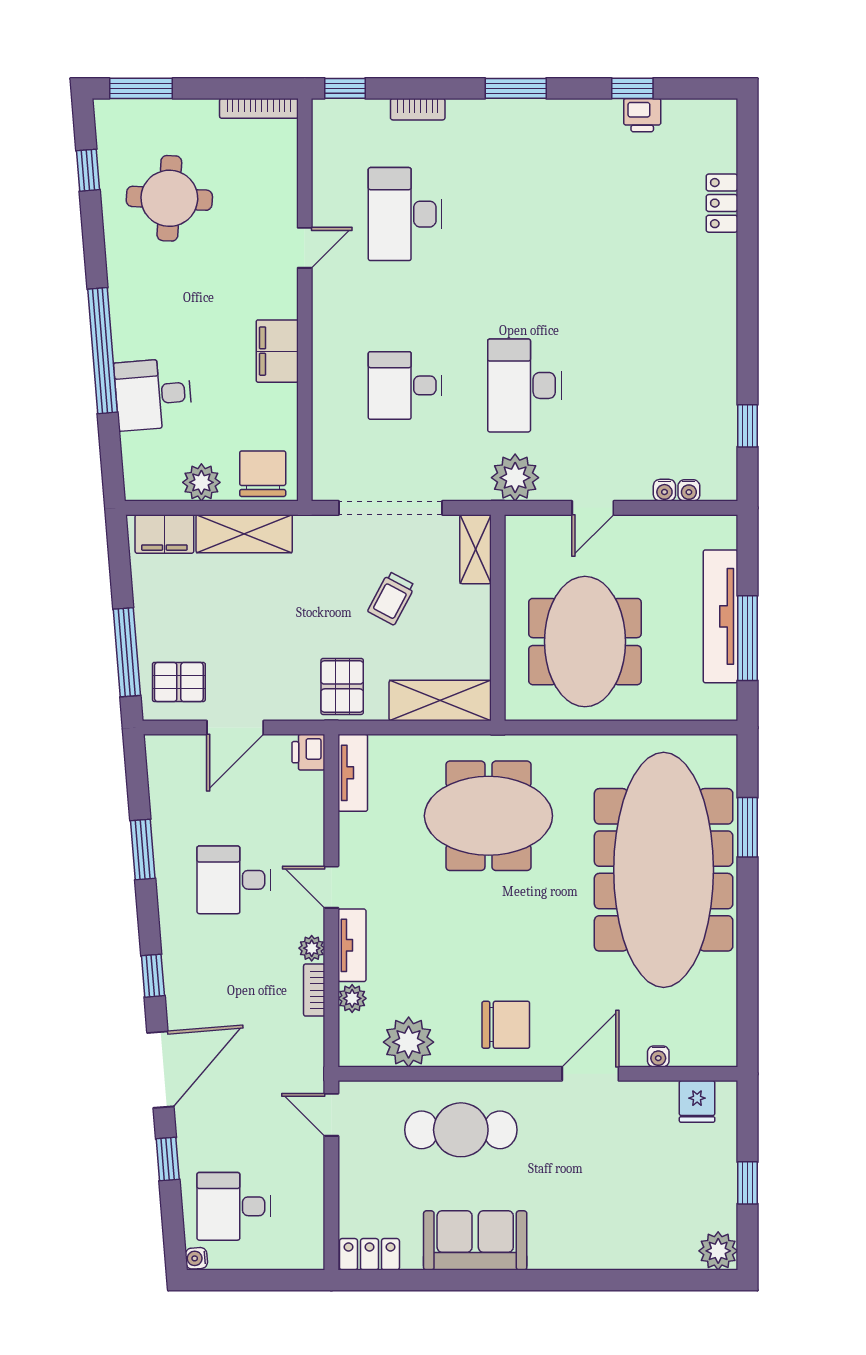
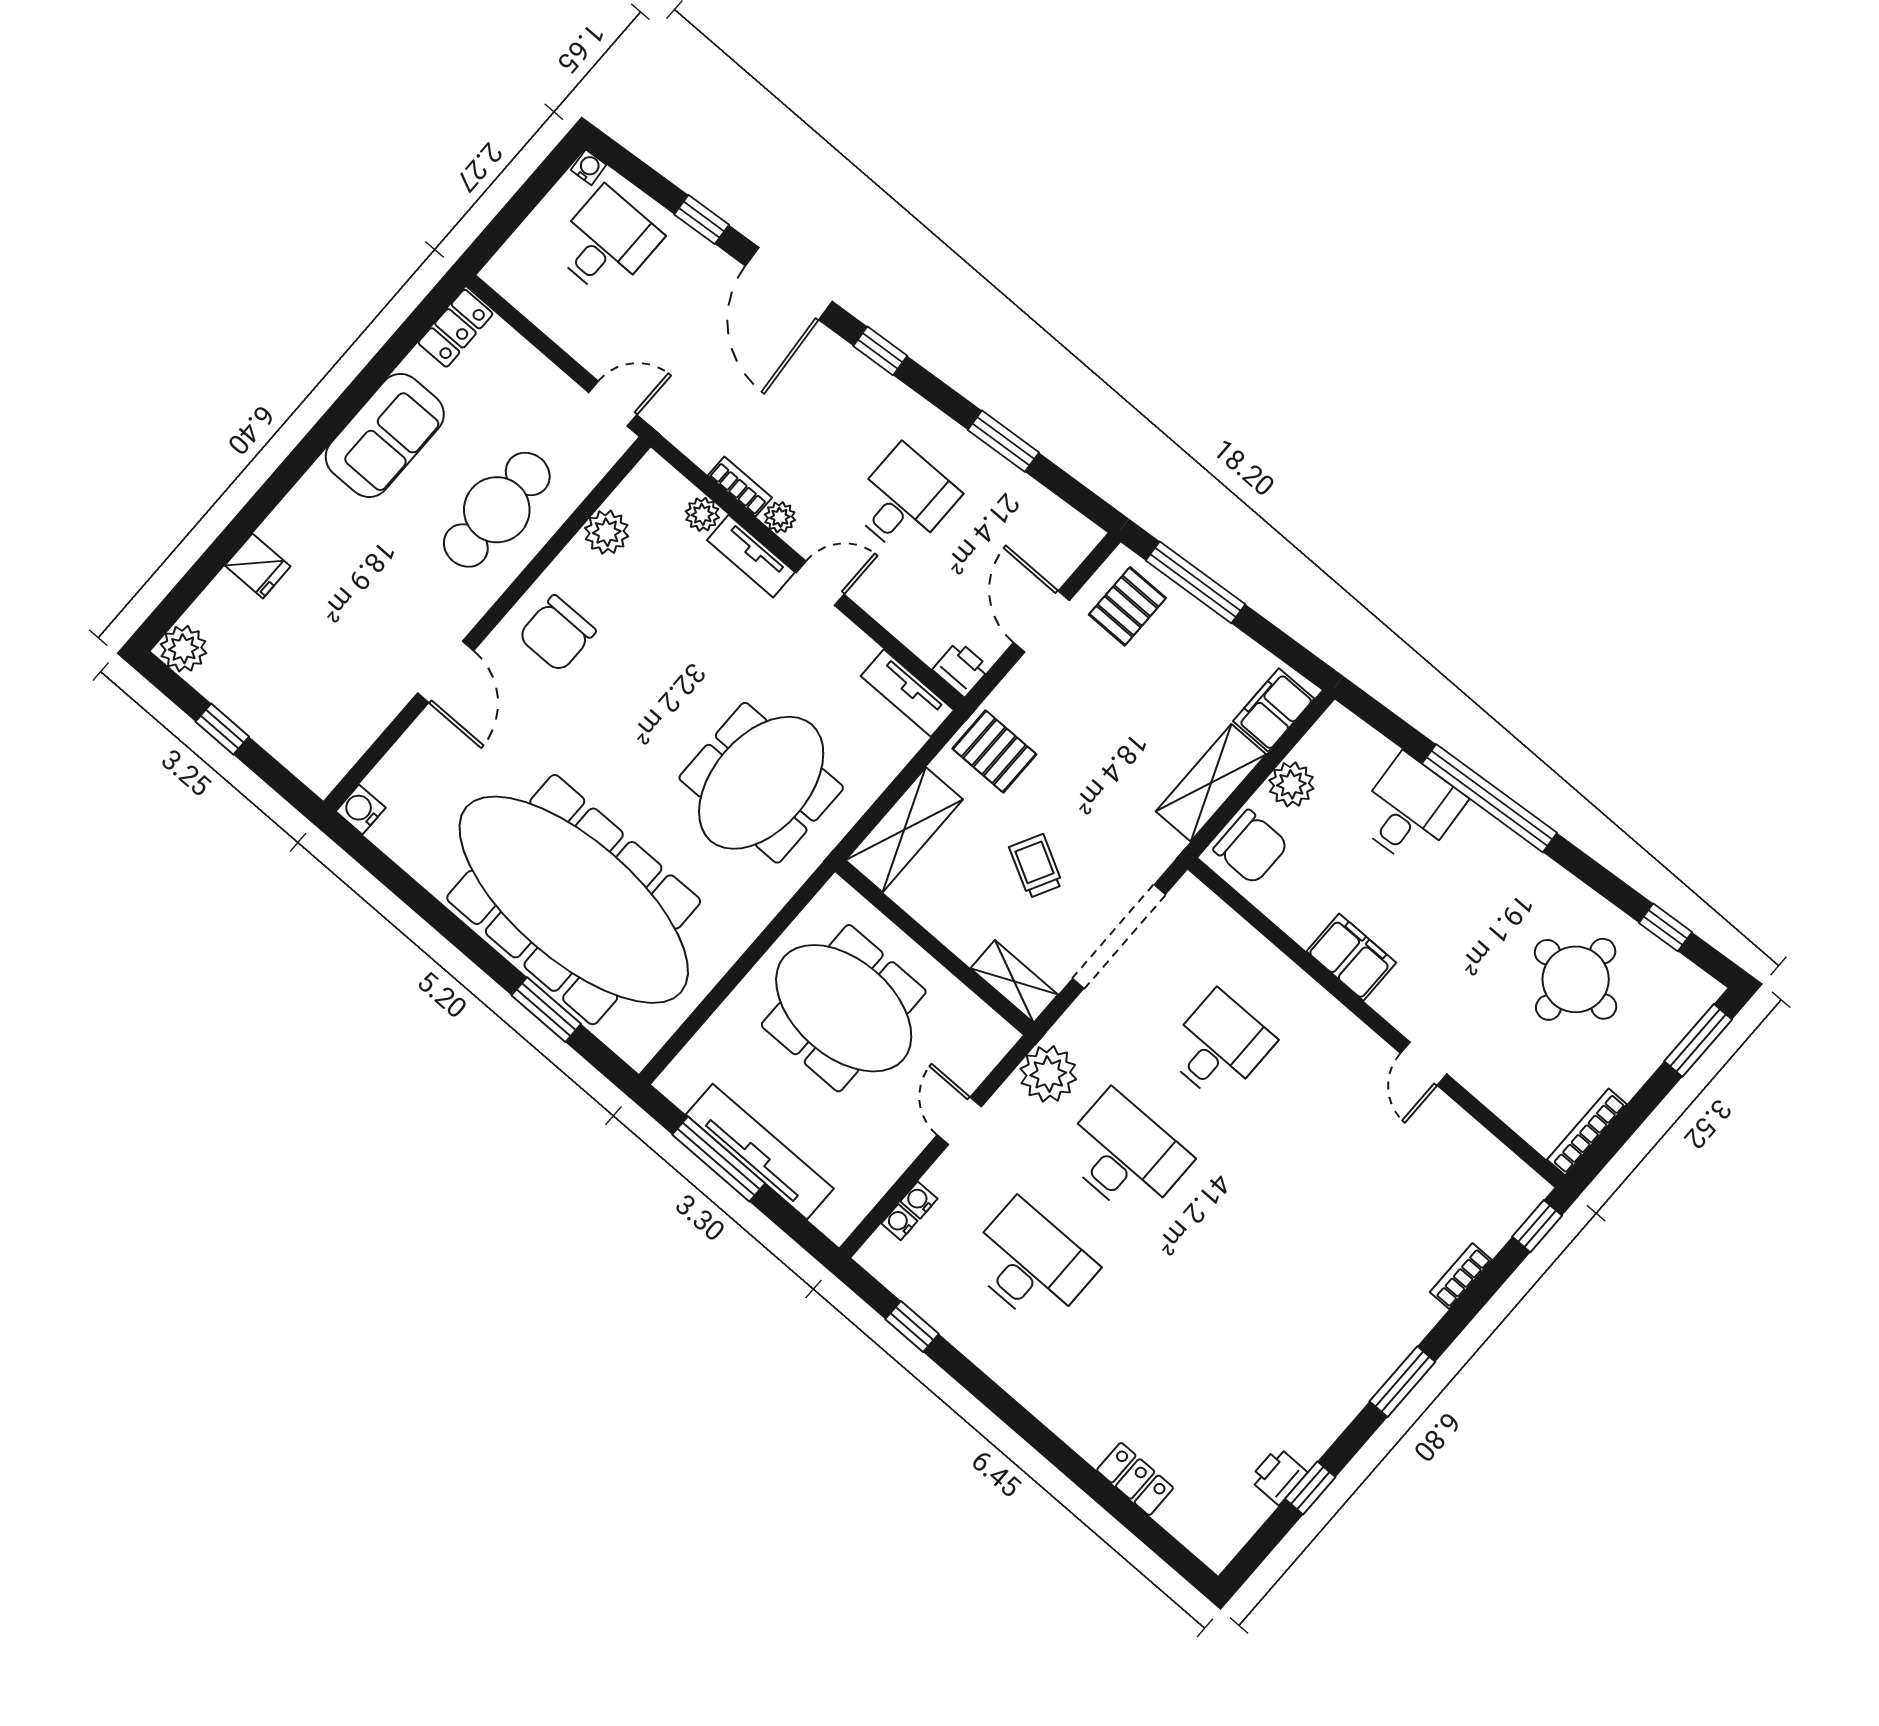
desk: (405, 214) -> (1031, 1264), moved
plant: (409, 1042) -> (607, 532), width x0.73, depth x0.73
water cooler: (658, 1056) -> (361, 809), moved, width x1.38, depth x1.38
fridge: (697, 1101) -> (258, 566), moved, turned 180

